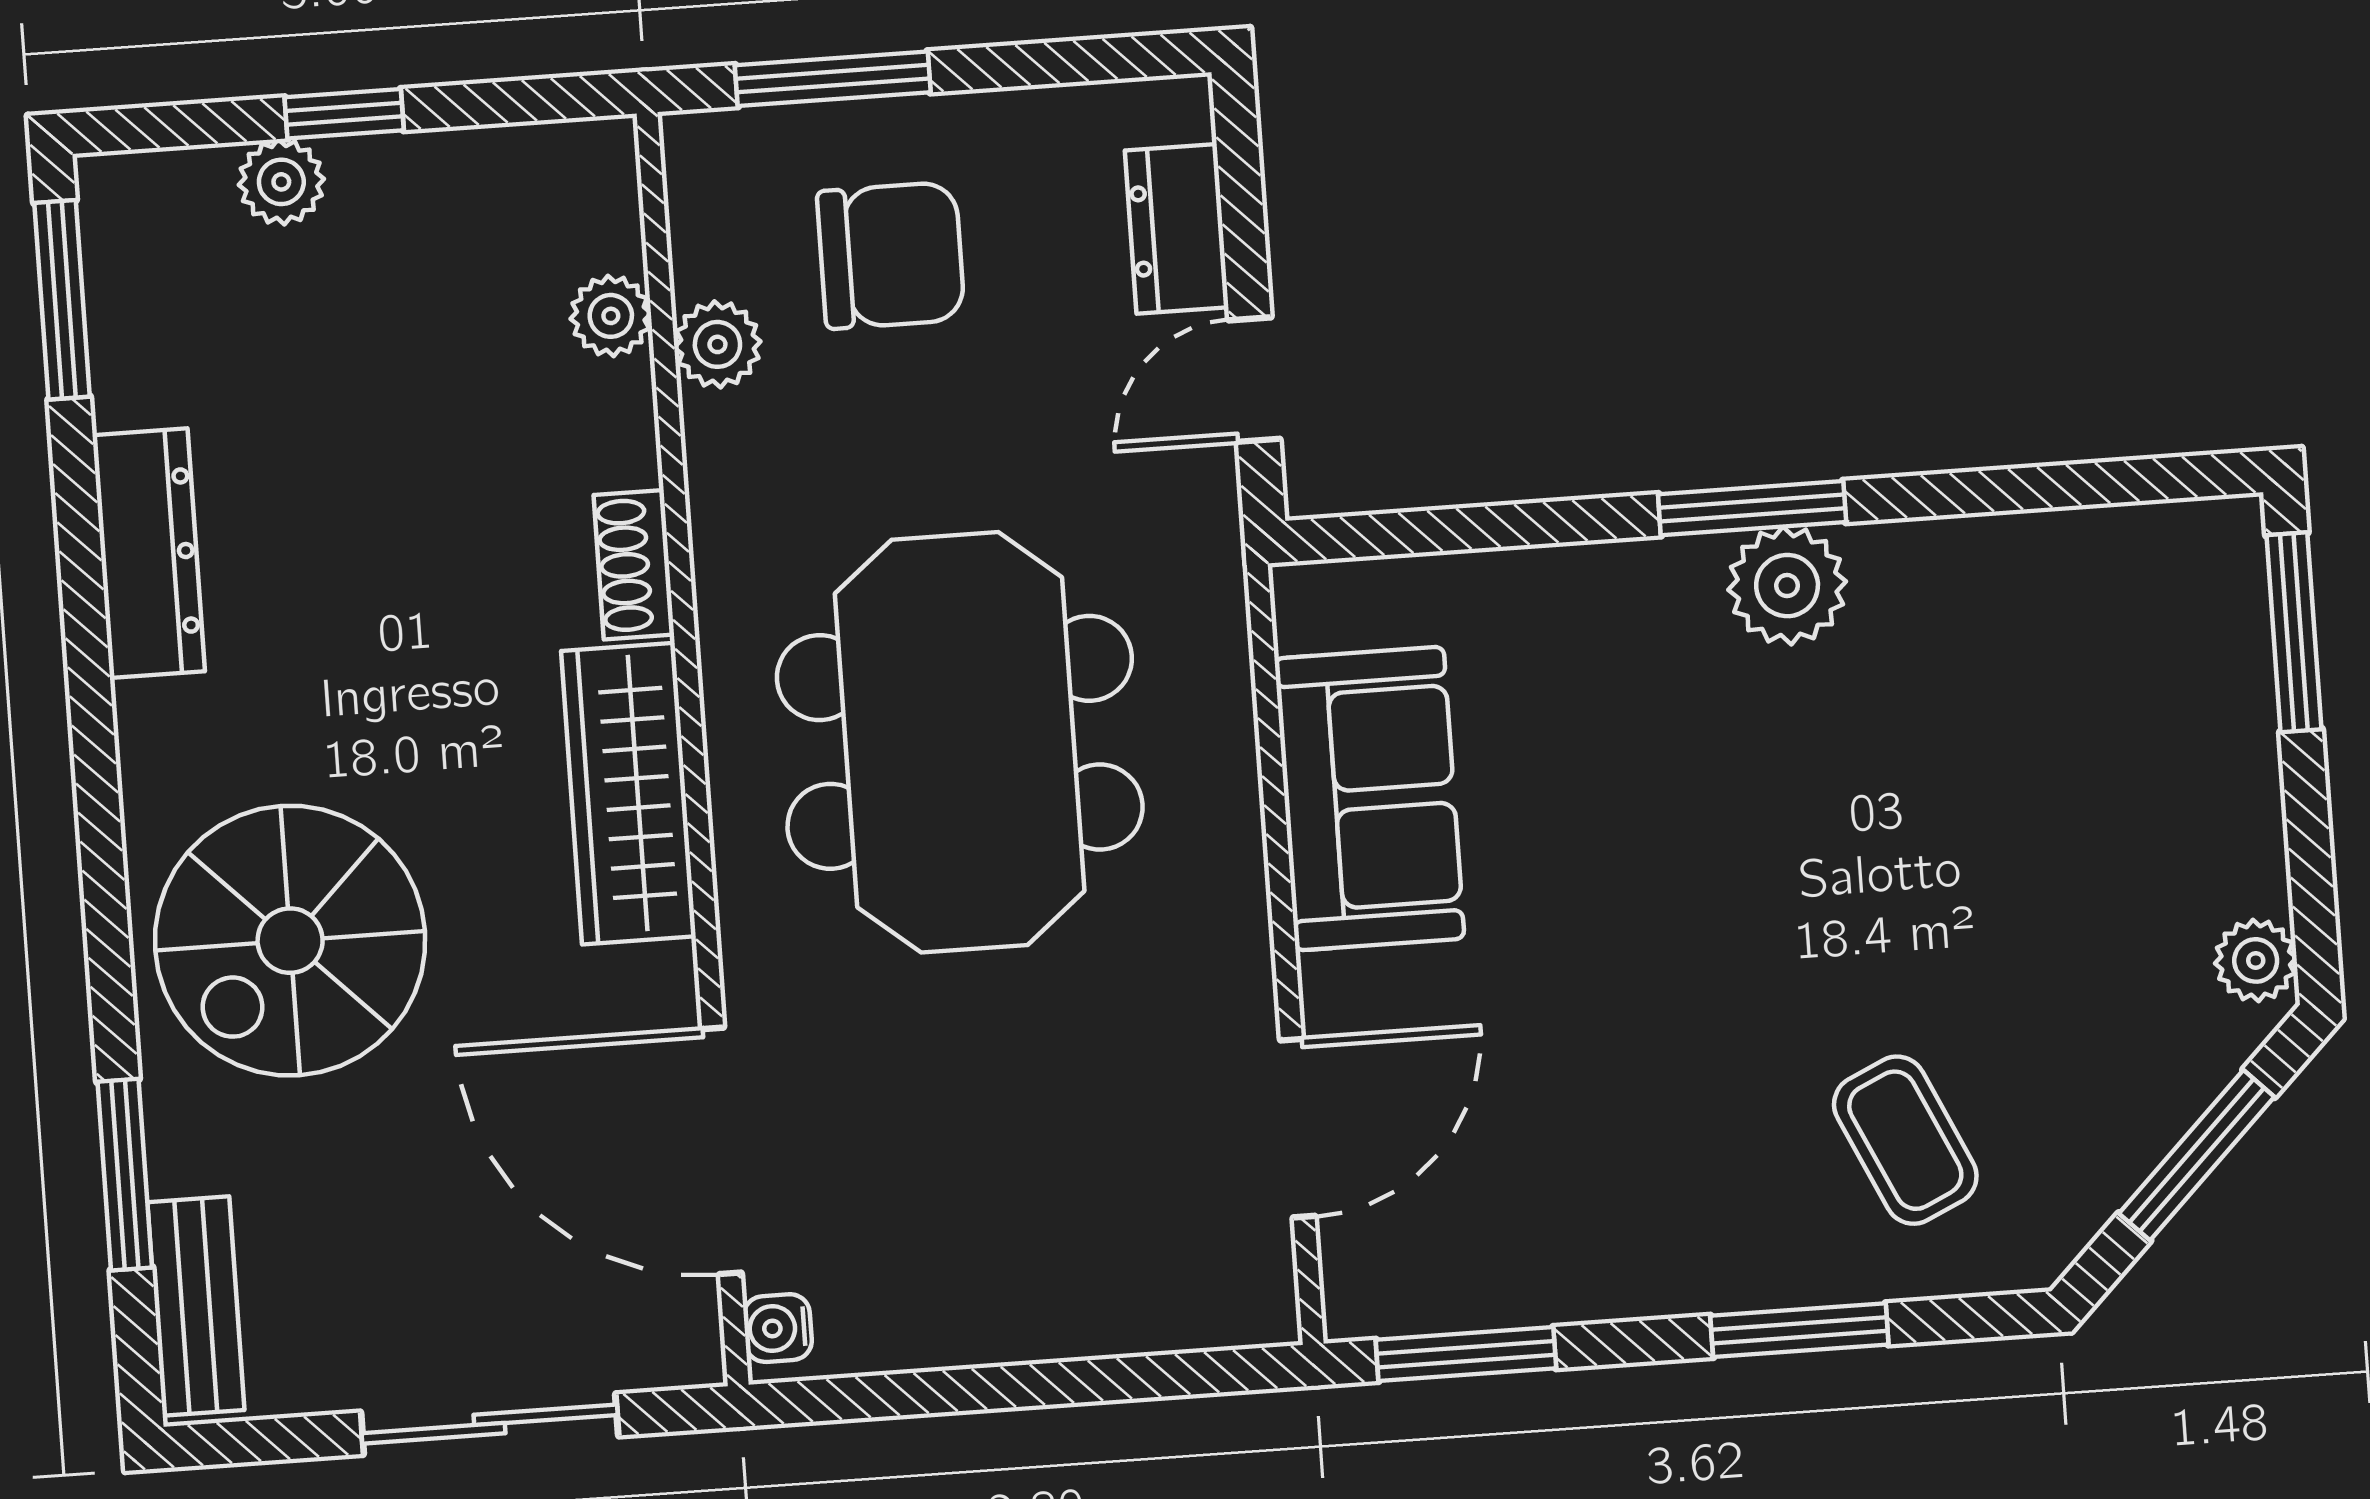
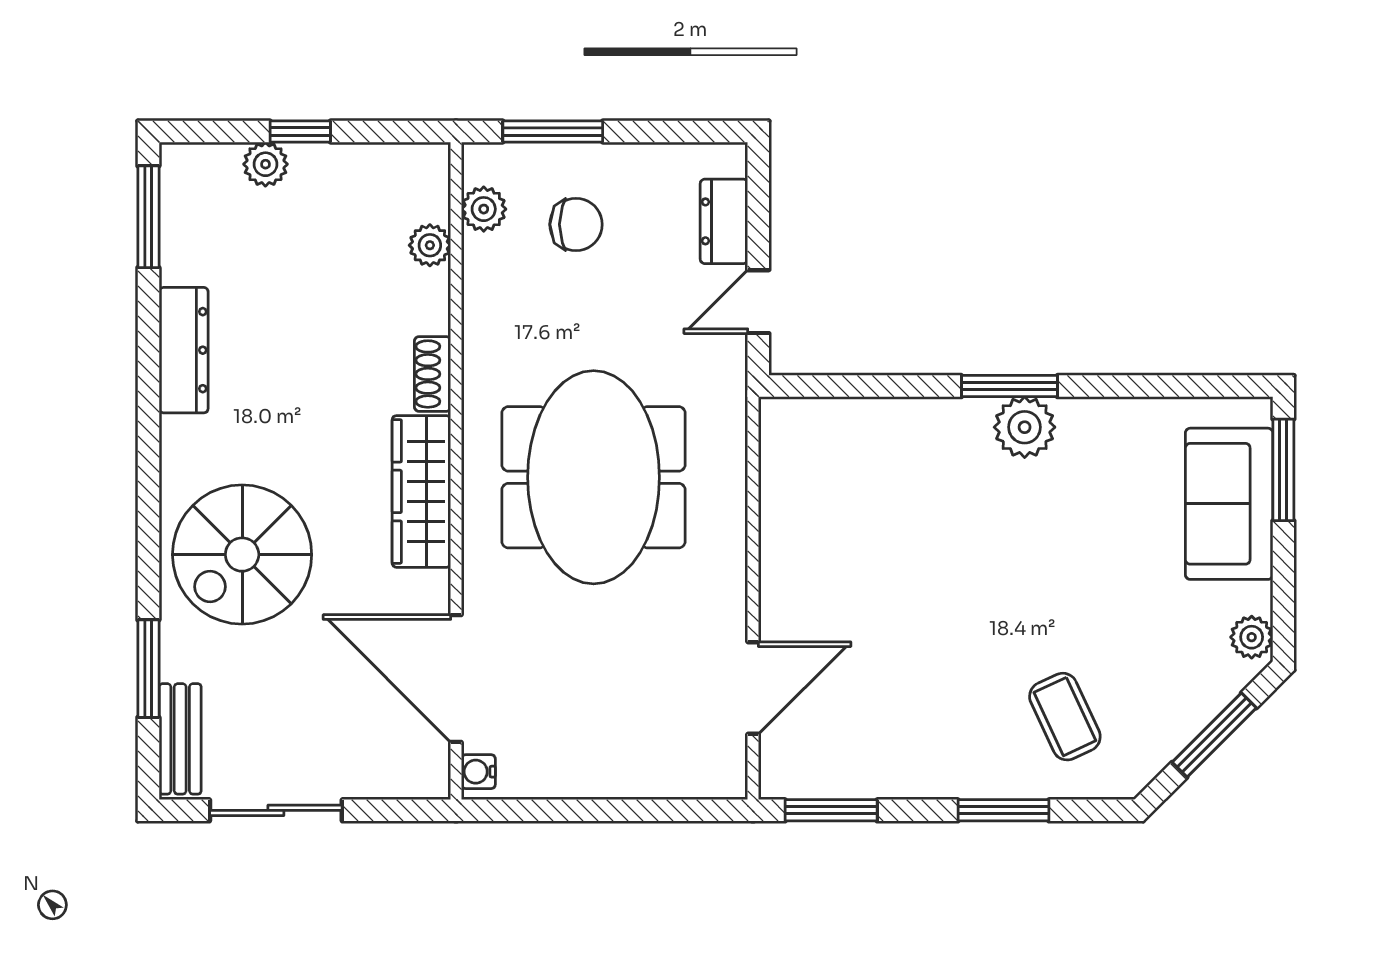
chair: (891, 255) -> (576, 224), width x0.73, depth x0.73
plant: (717, 344) -> (484, 209), moved
sofa: (1369, 799) -> (1229, 504), moved, turned 180
sliding door: (490, 1424) -> (276, 810), moved

